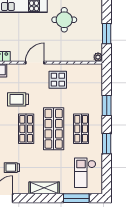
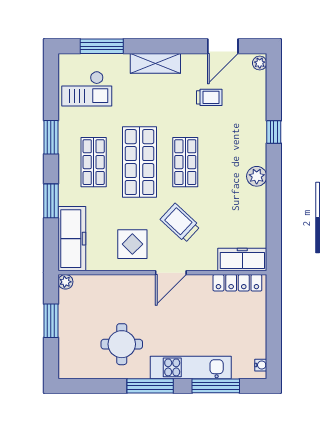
freezer: (94, 83) -> (72, 239), added
trolley: (18, 99) -> (180, 223), moved, turned -137
checkout: (85, 173) -> (87, 89), turned 90

